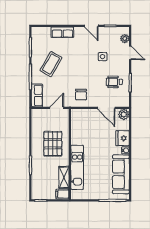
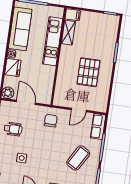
wall: (70, 154) -> (58, 56), moved
kitchen unit: (77, 167) -> (53, 41), moved
shelving: (64, 177) -> (68, 33), moved
filing cabinet: (62, 194) -> (73, 15), moved

